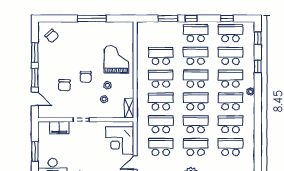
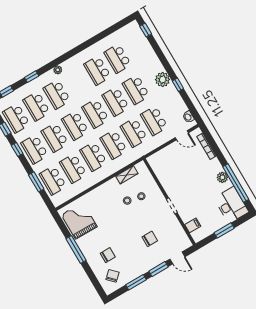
window: (191, 19) -> (17, 149), moved
grand piano: (116, 59) -> (79, 221), moved, turned 90
chair: (86, 77) -> (108, 255), moved
door: (35, 99) -> (177, 258), swing flipped
school desk: (231, 101) -> (53, 180), moved
shelving: (129, 108) -> (127, 175), moved
filing cabinet: (59, 128) -> (193, 225), width x0.50
corner desk: (120, 140) -> (170, 161), removed

